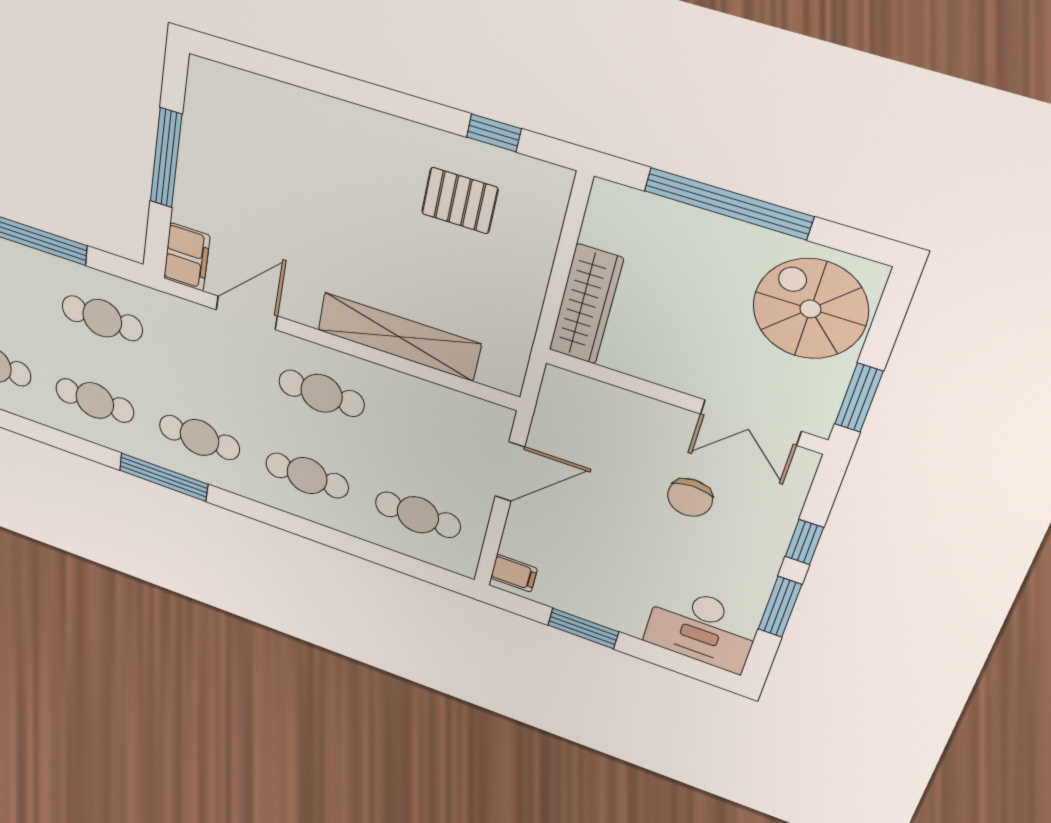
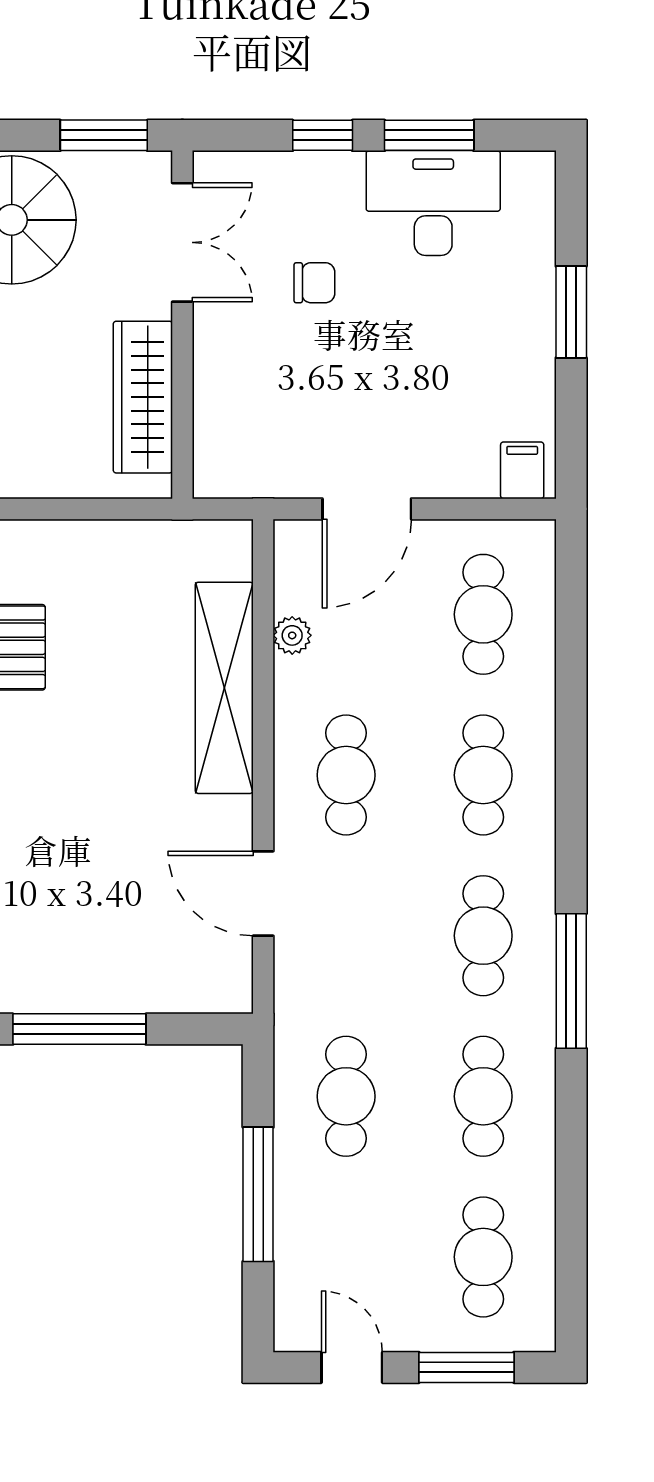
filing cabinet: (187, 257) -> (210, 986), removed
wardrobe: (586, 304) -> (143, 397), moved, turned -90
plant: (428, 393) -> (292, 635), added
door: (510, 472) -> (367, 509), swing flipped
chair: (690, 498) -> (314, 283), width x0.73, depth x0.73
window: (583, 628) -> (571, 312), moved
desk: (702, 628) -> (433, 203), moved, turned -90

